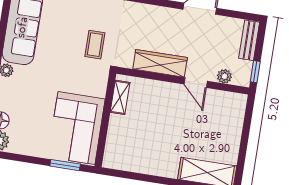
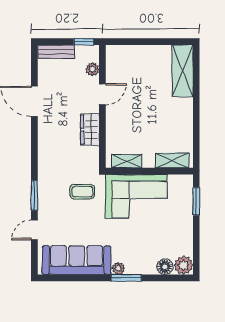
wardrobe: (160, 63) -> (90, 130), width x0.67
corner sofa: (76, 128) -> (136, 196), moved
shelving: (113, 146) -> (172, 160), added

